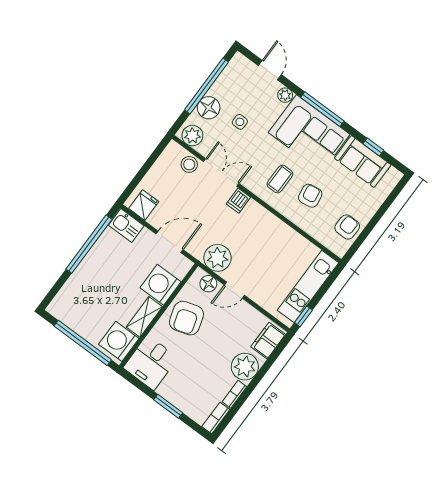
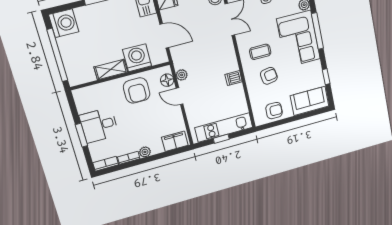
sofa: (363, 161) -> (310, 101), moved, turned 90
dishwasher: (238, 201) -> (234, 78), moved
plant: (217, 258) -> (182, 75), width x0.53, depth x0.53
window: (303, 316) -> (221, 139), moved
armchair: (186, 318) -> (137, 90), turned -73
washing machine: (119, 341) -> (64, 23), moved, turned 90
desk: (151, 363) -> (99, 125), moved
plant: (245, 367) -> (145, 152), width x0.53, depth x0.53

